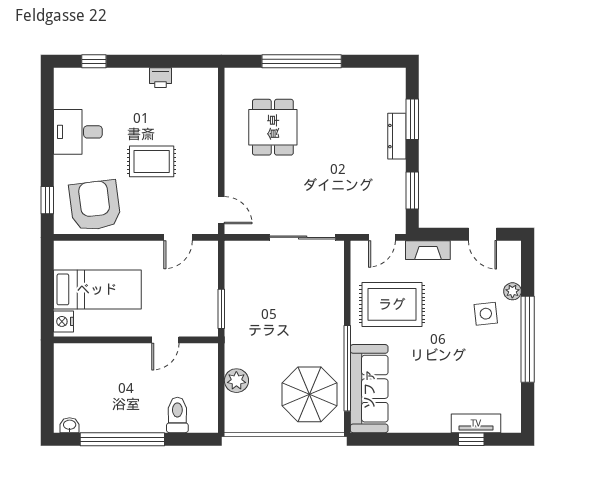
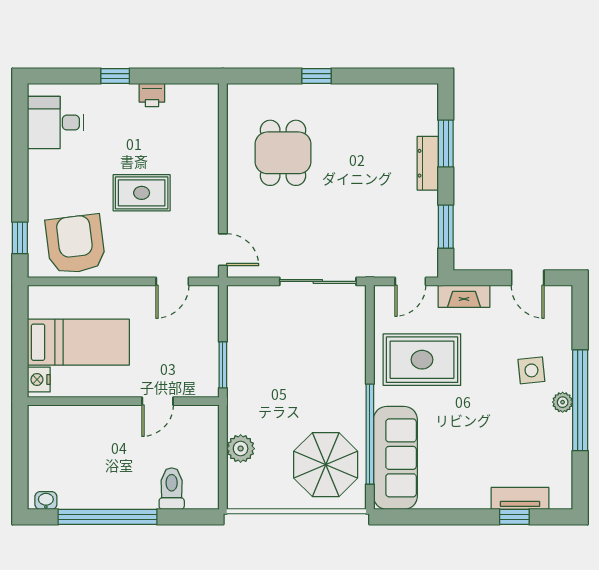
window: (94, 61) -> (115, 76), moved
window: (302, 61) -> (317, 76), width x0.32
desk: (78, 132) -> (56, 123), moved
plant: (512, 291) -> (563, 402), moved

